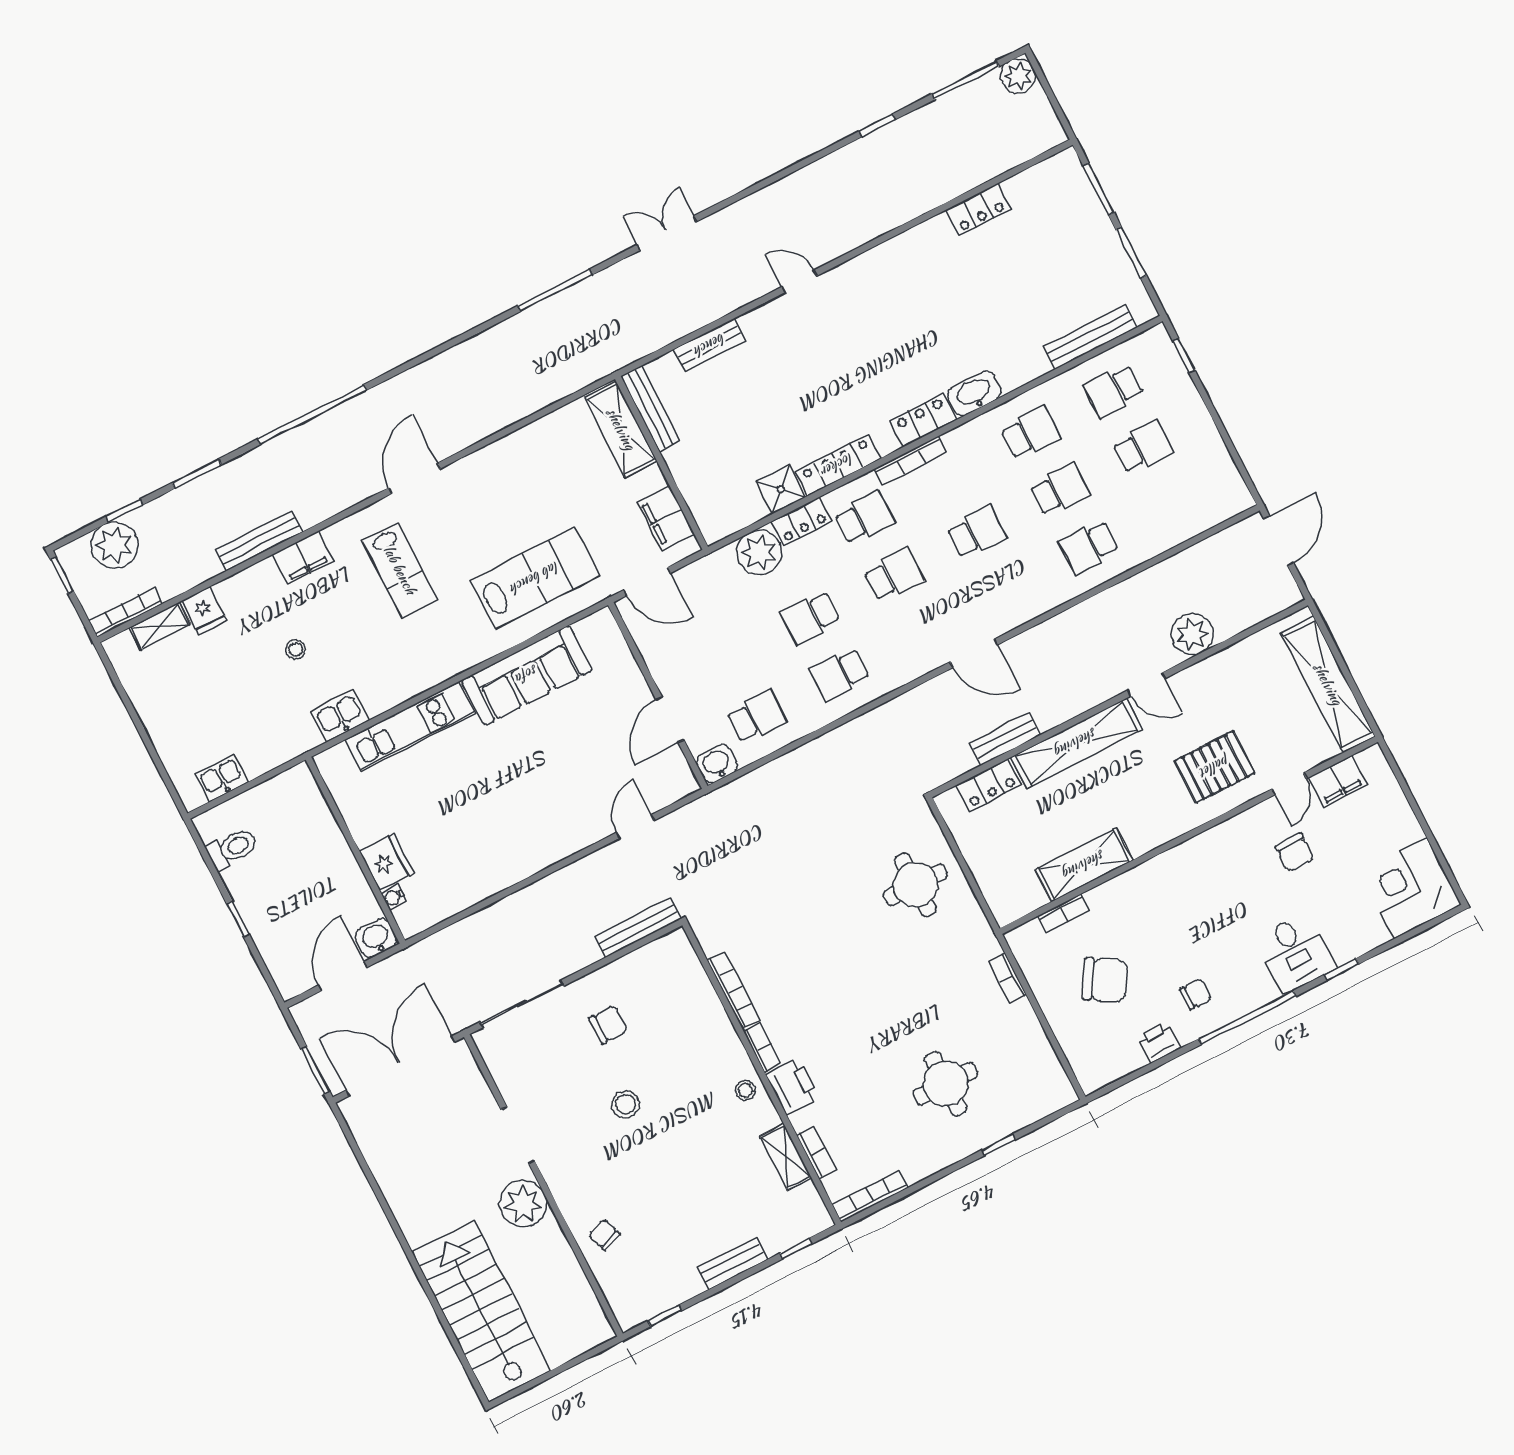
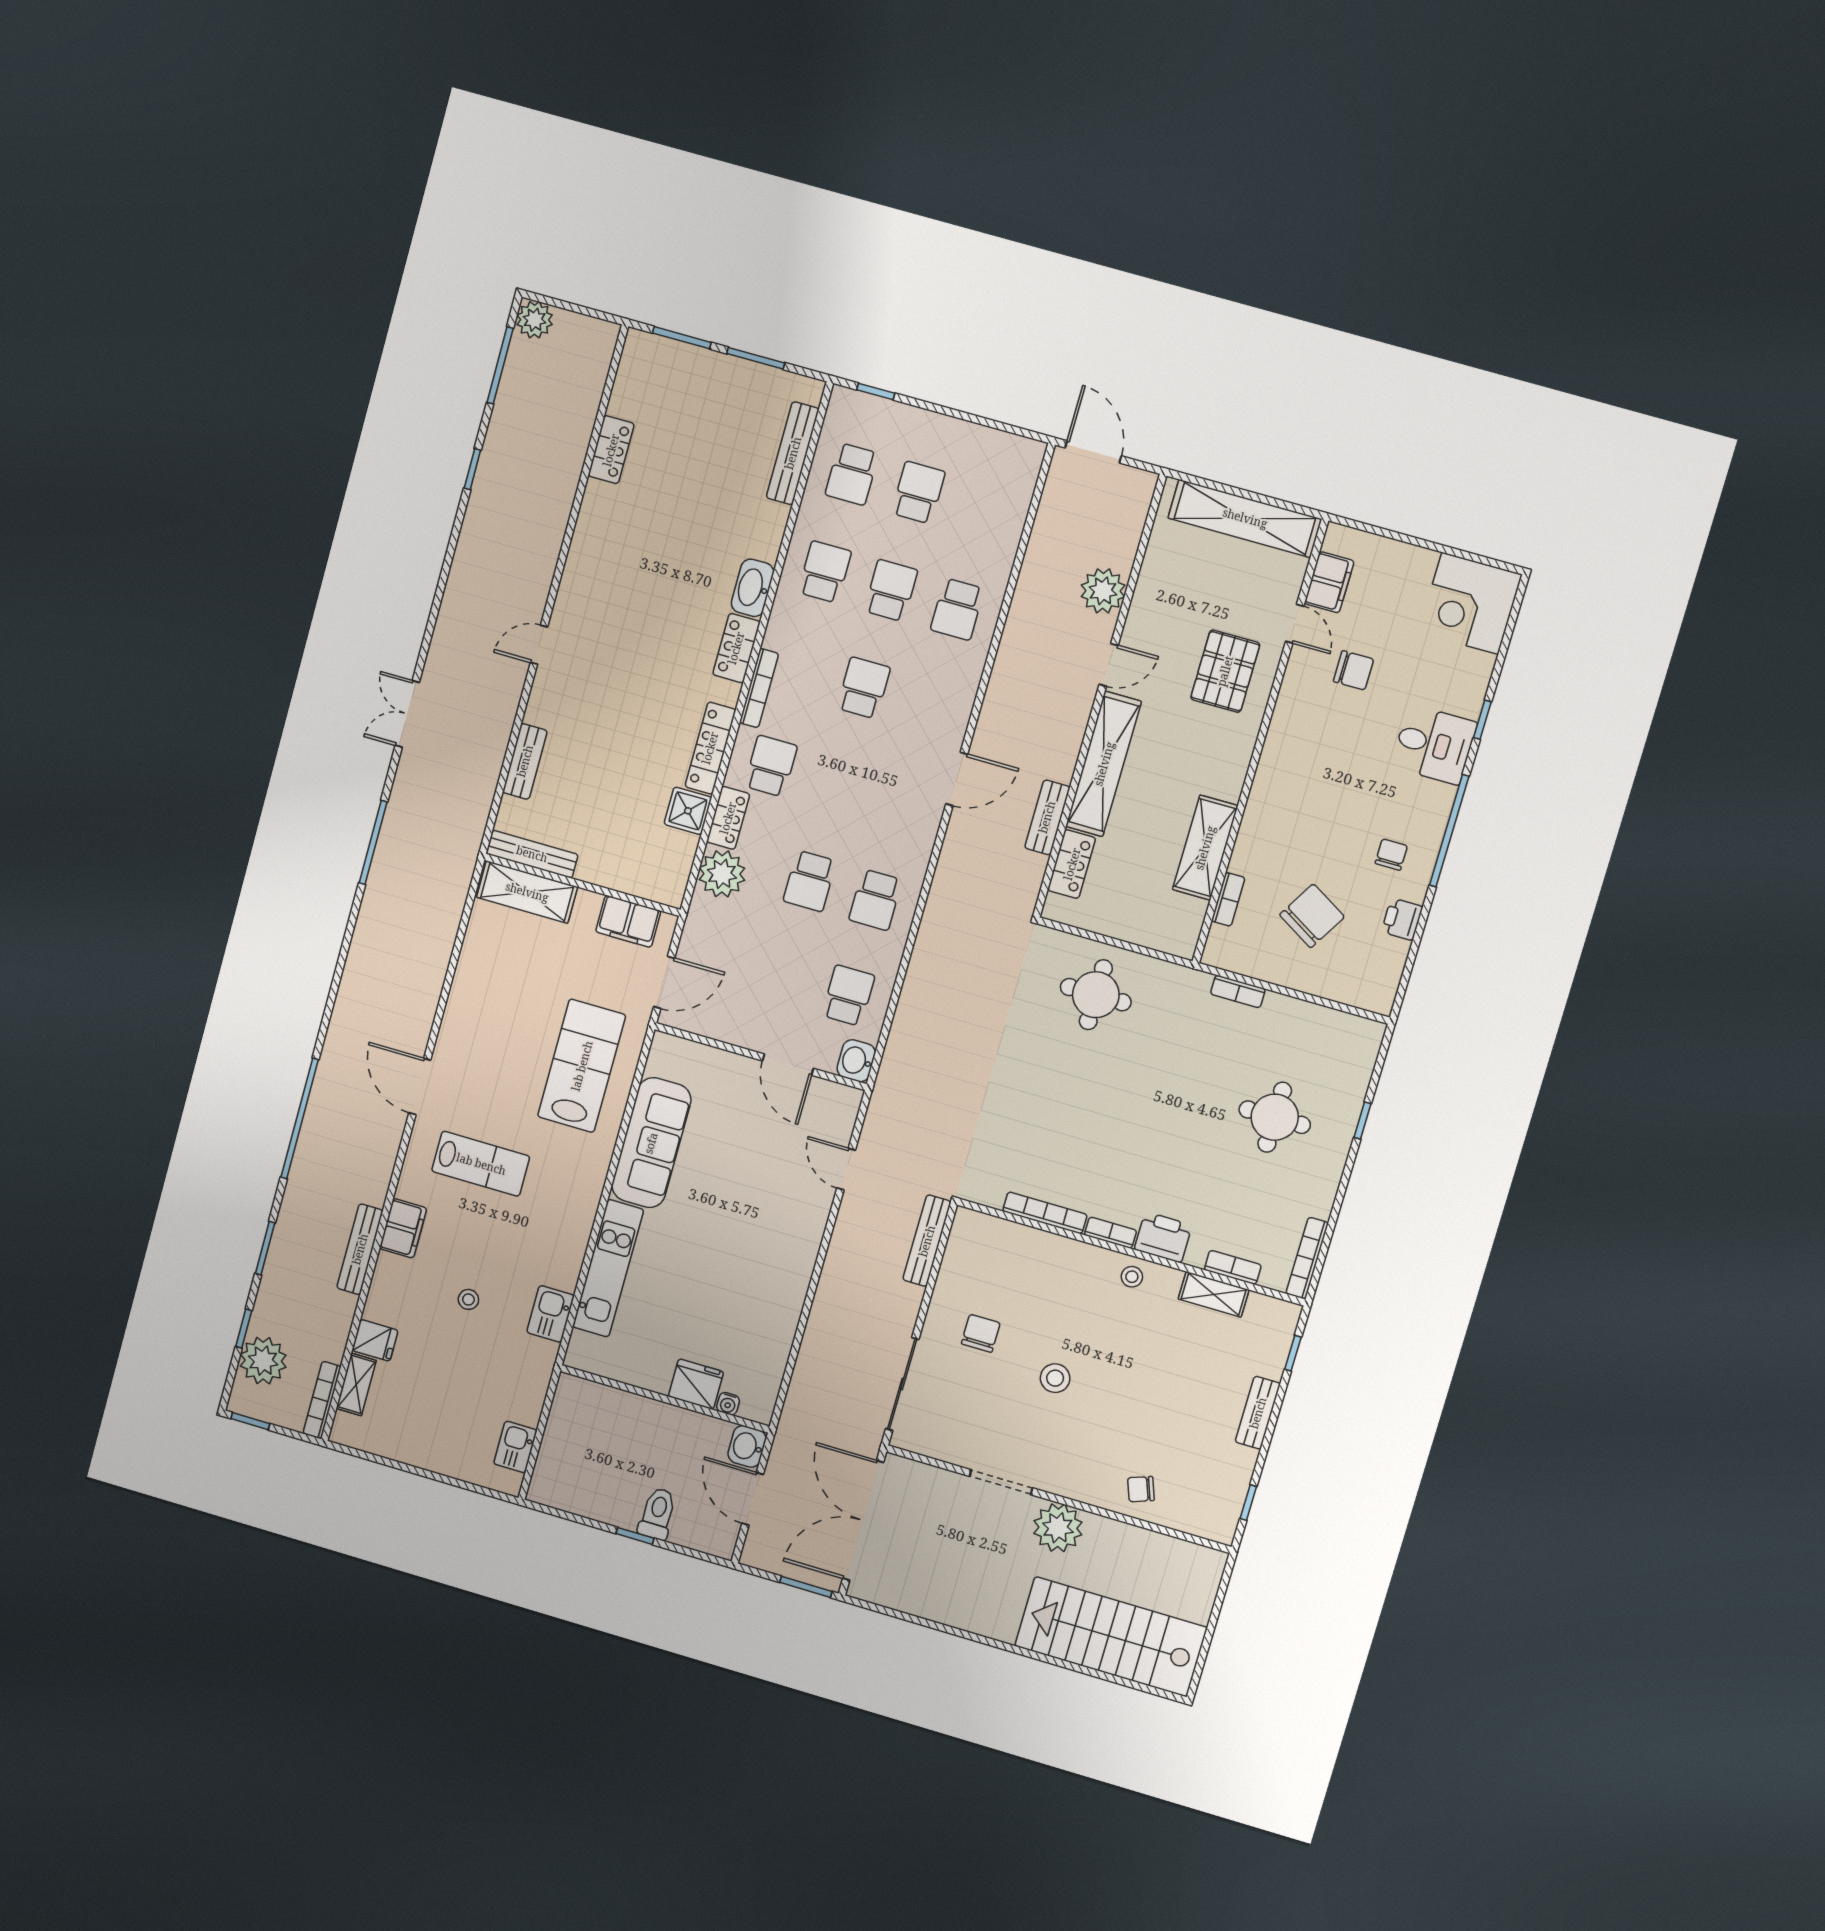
school desk: (894, 575) -> (837, 785), removed
toilet: (232, 848) -> (657, 1514), moved

